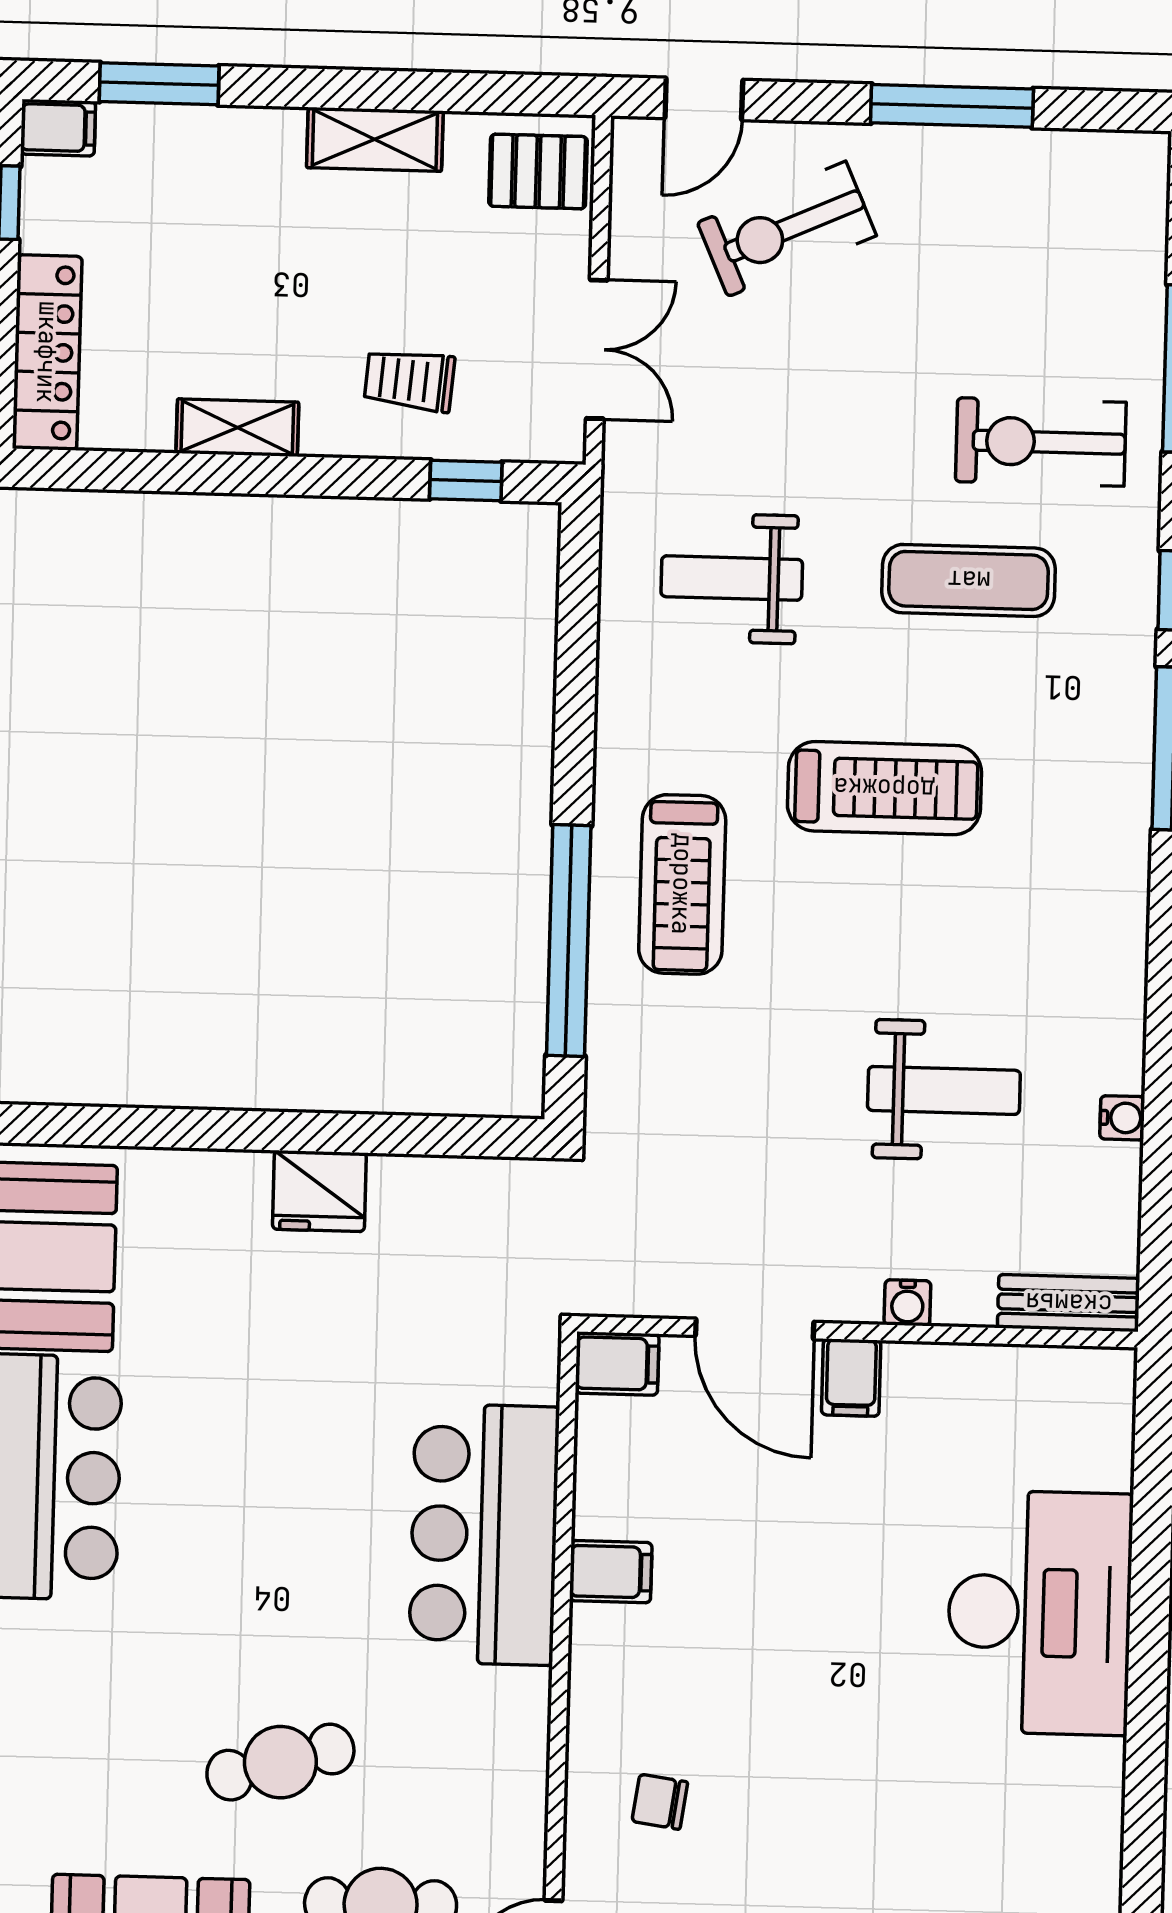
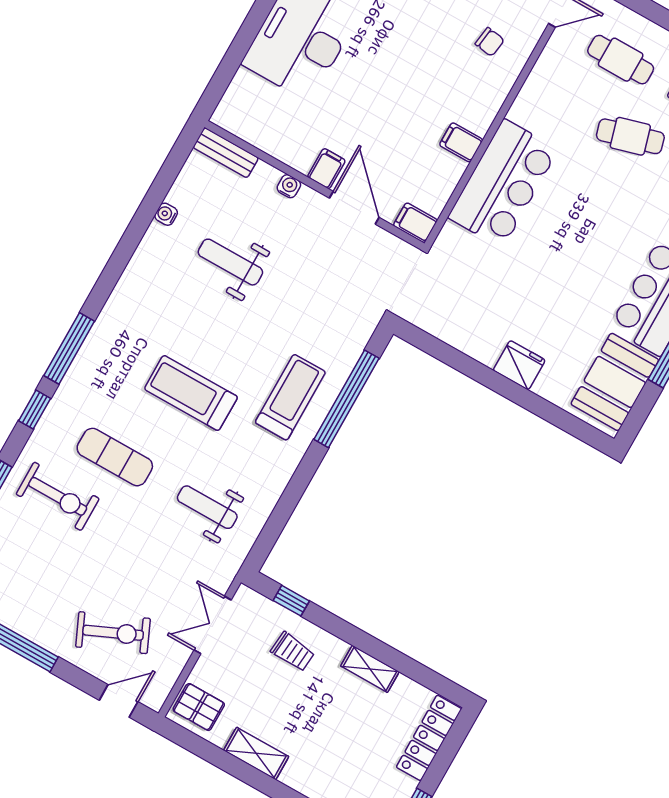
weight bench: (732, 578) -> (207, 507), turned 180
fridge: (319, 1191) -> (519, 365), moved

